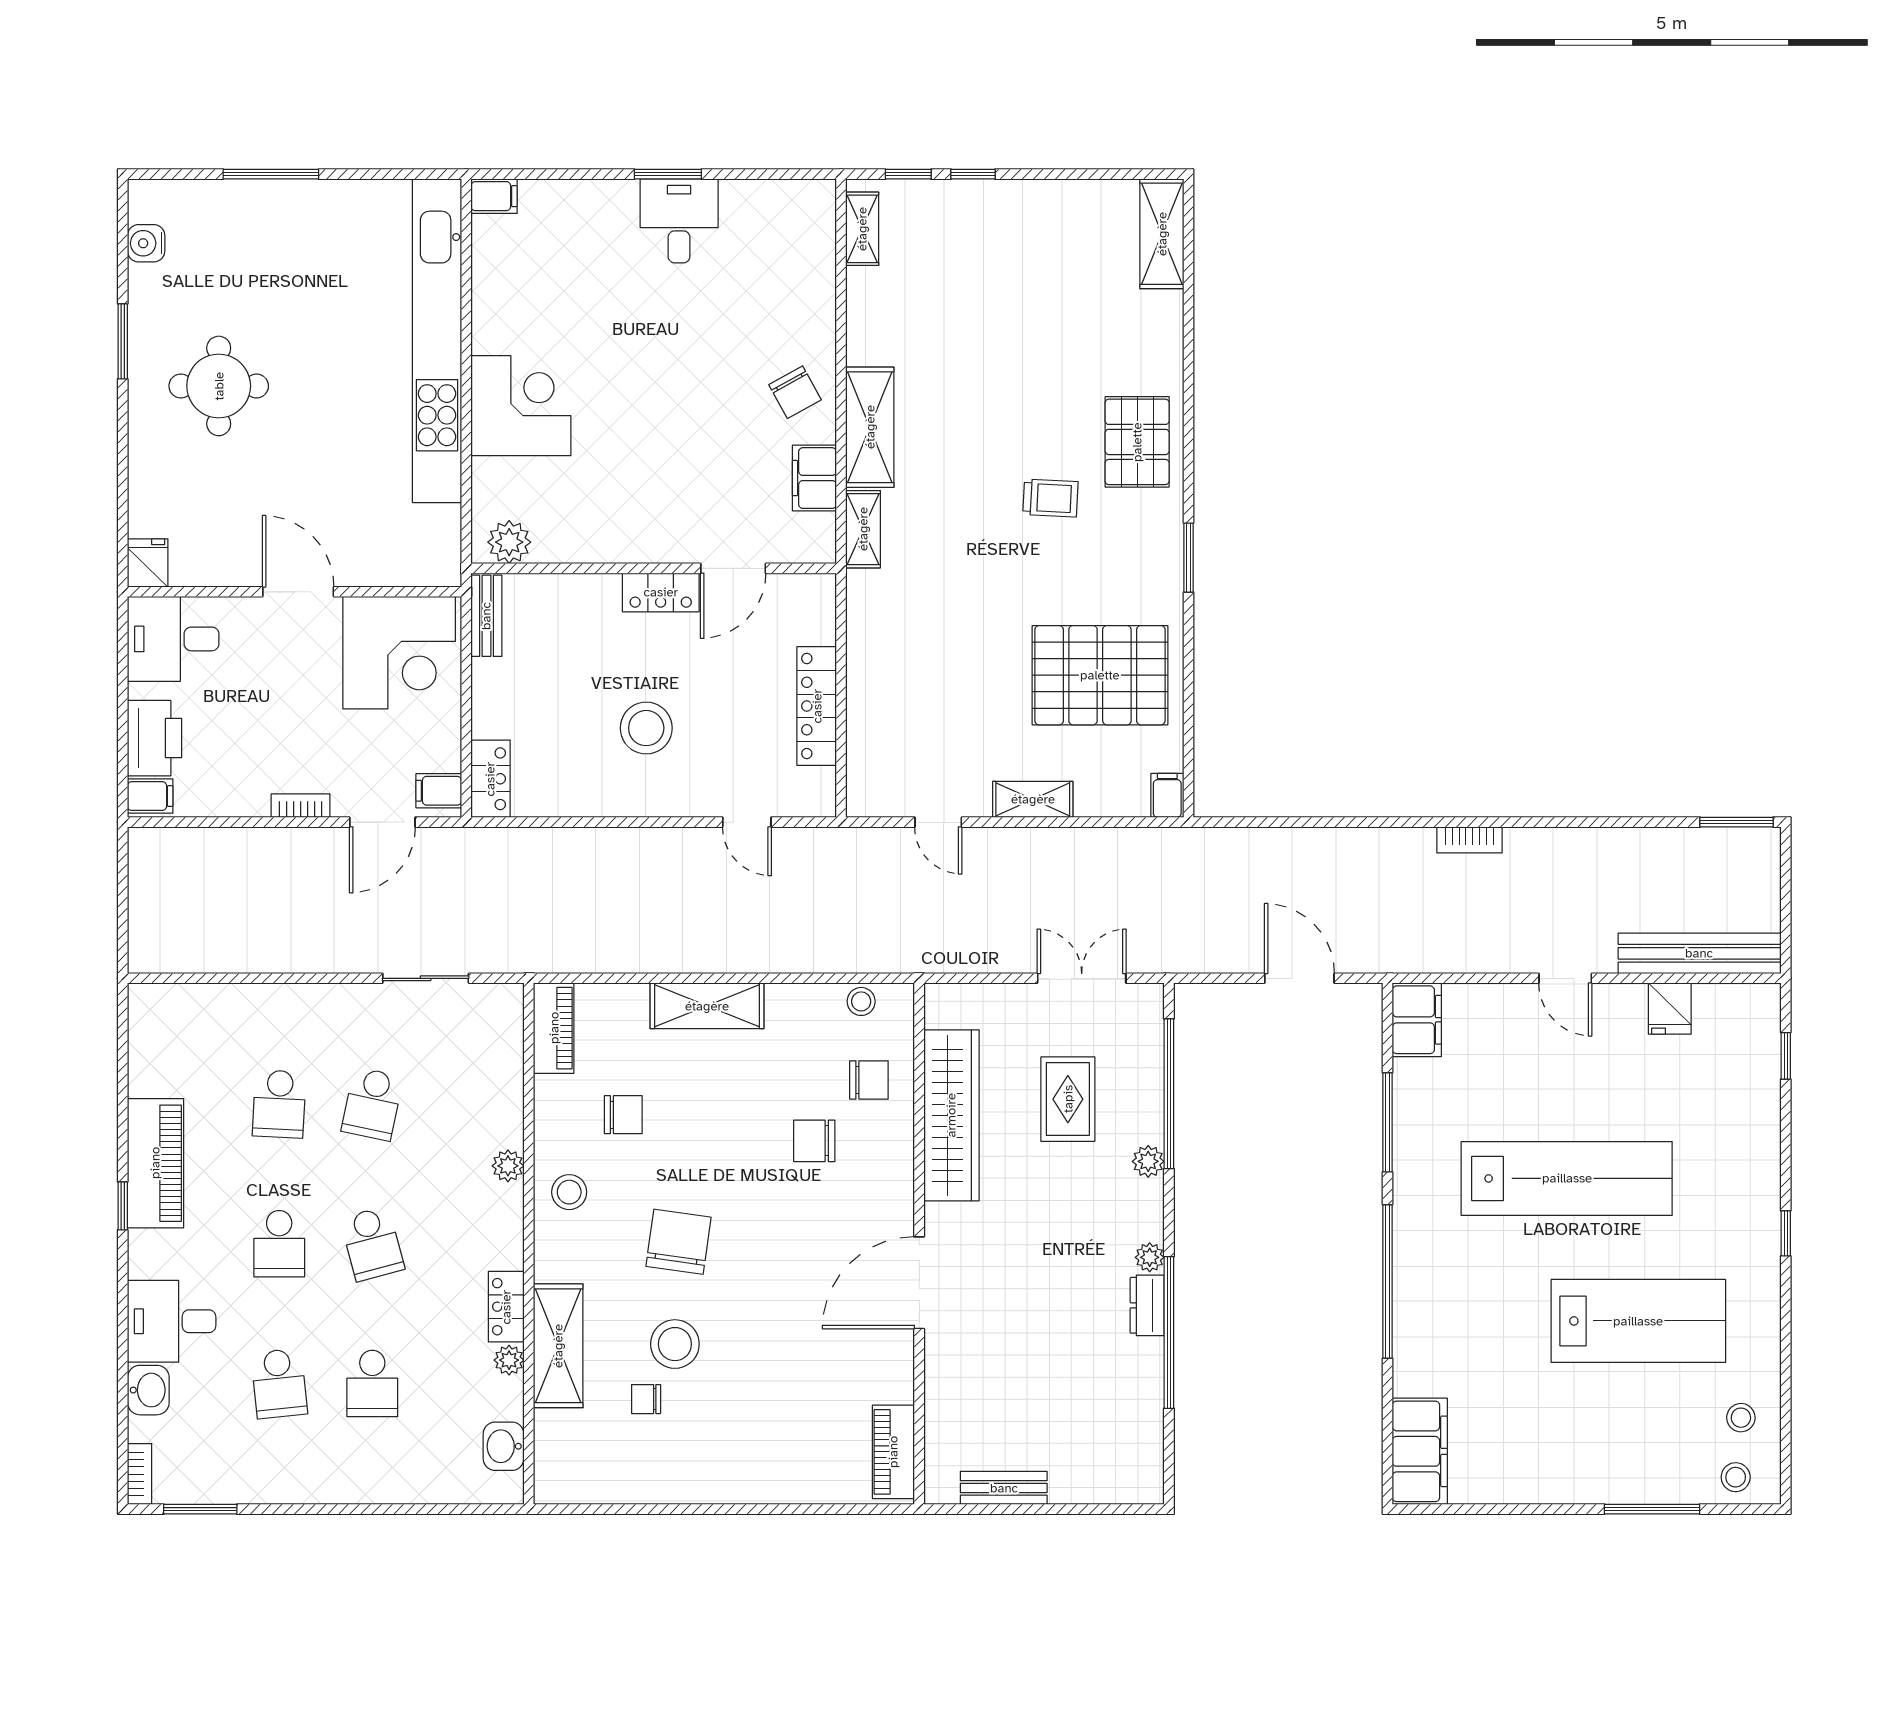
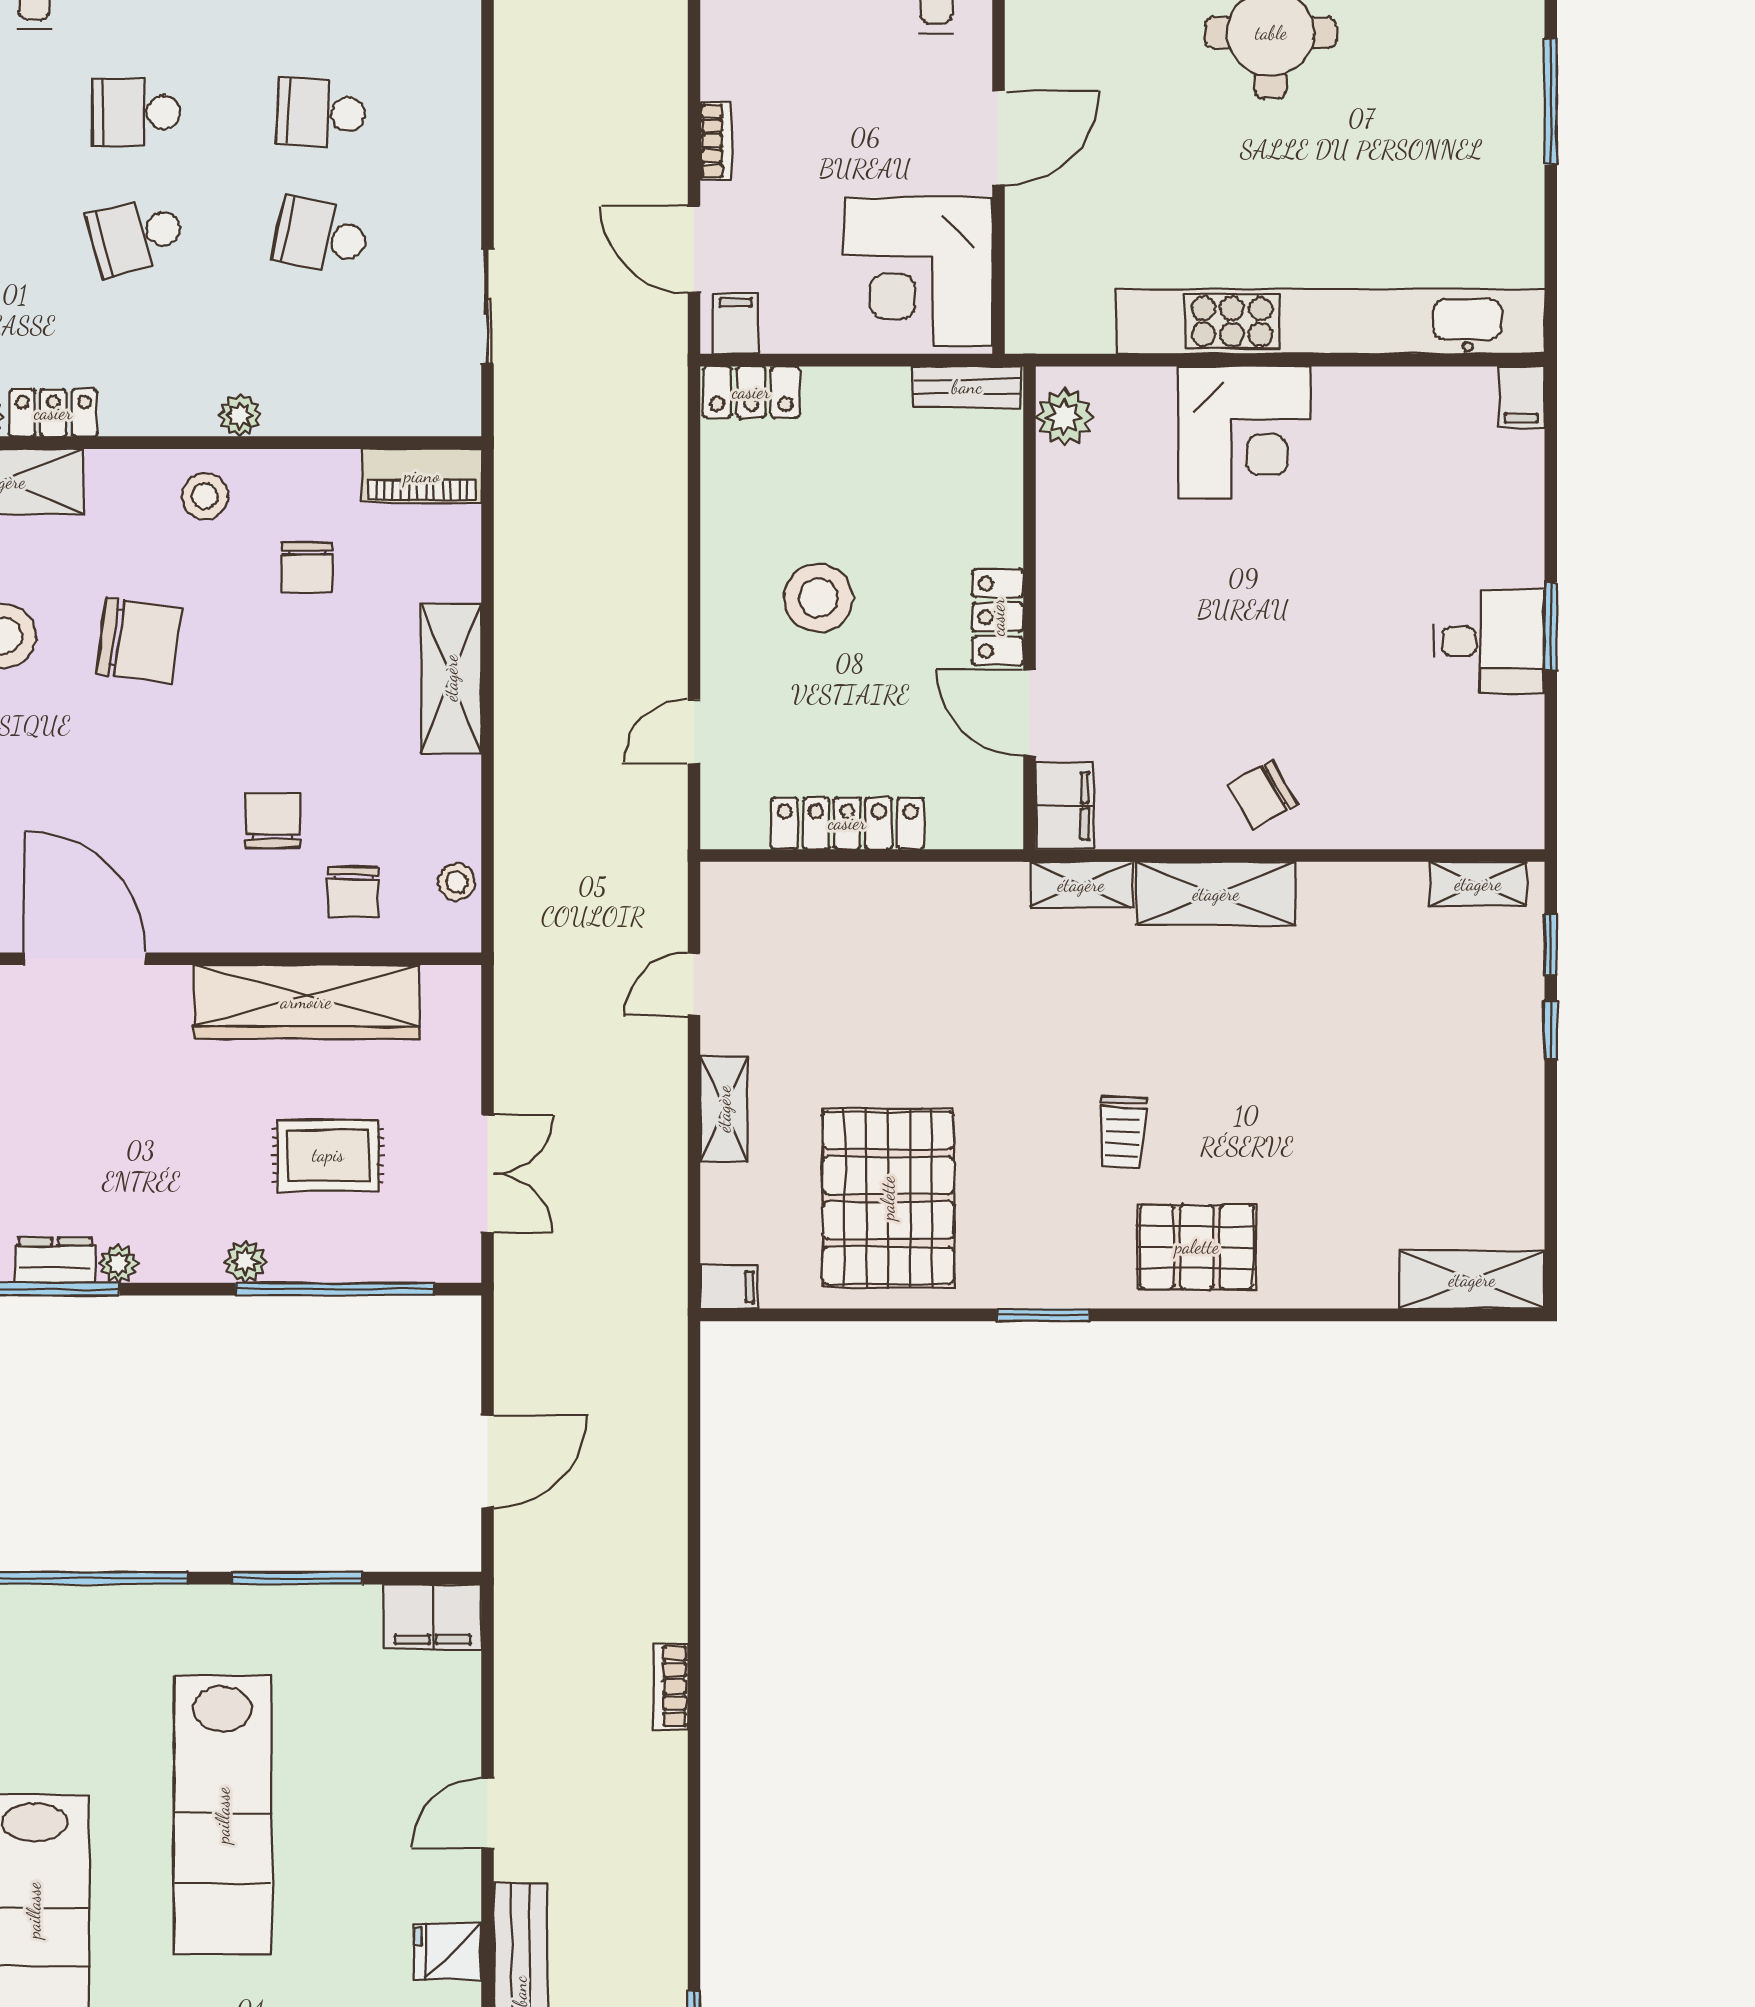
filing cabinet: (814, 478) -> (1065, 806), moved, turned 90

